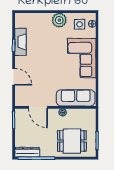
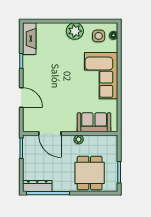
fireplace: (20, 42) -> (29, 39), moved
sofa: (76, 98) -> (94, 122), width x0.73
dining table: (72, 141) -> (90, 173), turned 90

